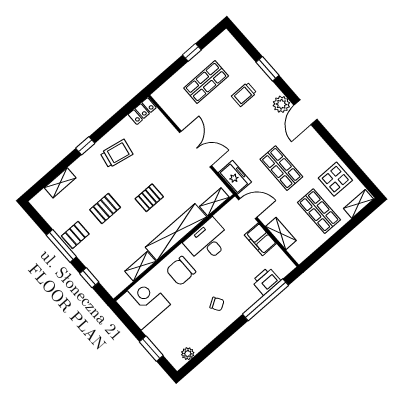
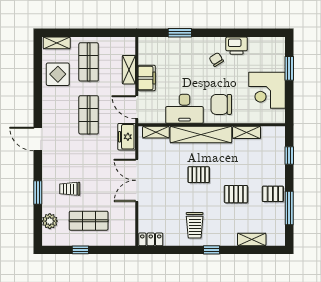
trolley: (244, 94) -> (70, 189), turned 180
plant: (281, 104) -> (50, 221), moved
door: (306, 112) -> (38, 139), swing flipped
trolley: (117, 154) -> (195, 225), turned -101
window: (61, 246) -> (289, 208), moved
chair: (181, 271) -> (221, 104), turned 180
printer: (266, 281) -> (237, 46), moved
window: (266, 300) -> (180, 33), width x0.47
corner desk: (143, 303) -> (267, 90), moved
plant: (188, 354) -> (267, 43), removed

